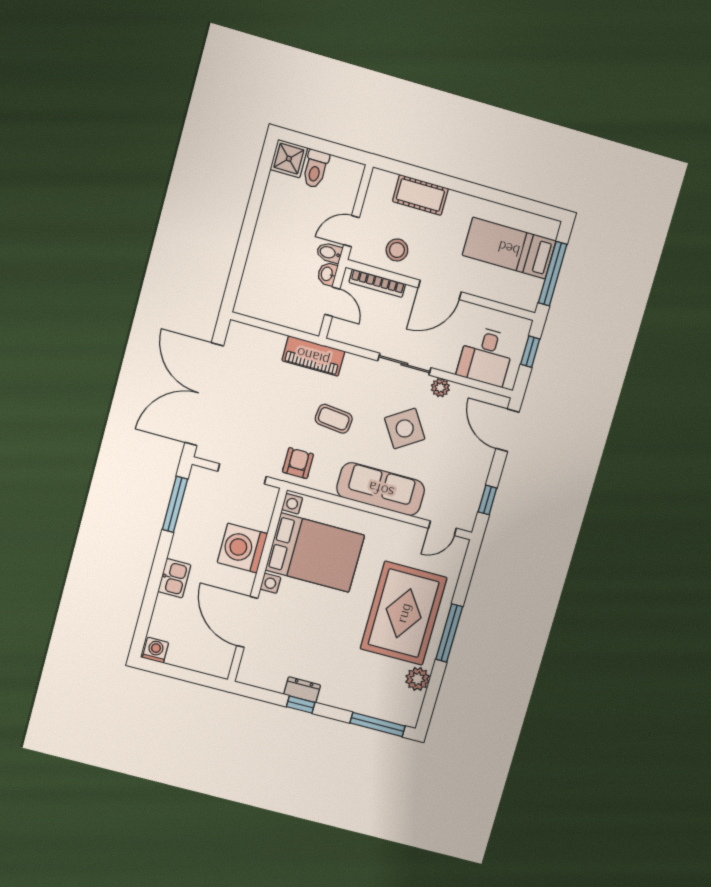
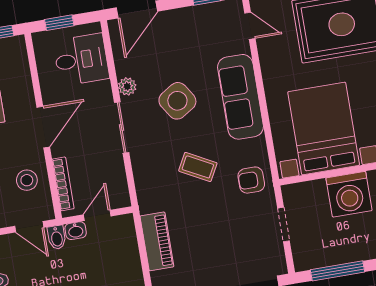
door: (440, 290) -> (43, 127), hinge flipped
piano: (313, 356) -> (157, 241), moved
coffee table: (334, 419) -> (198, 167), turned -68
doorway: (242, 474) -> (283, 225), width x0.73

